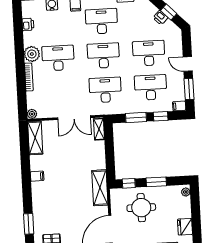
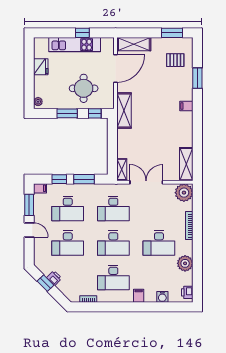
printer: (28, 24) -> (187, 292), moved
plant: (32, 54) -> (185, 263), moved
plant: (32, 114) -> (184, 193), width x1.88, depth x1.88
filing cabinet: (37, 176) -> (186, 106), moved

